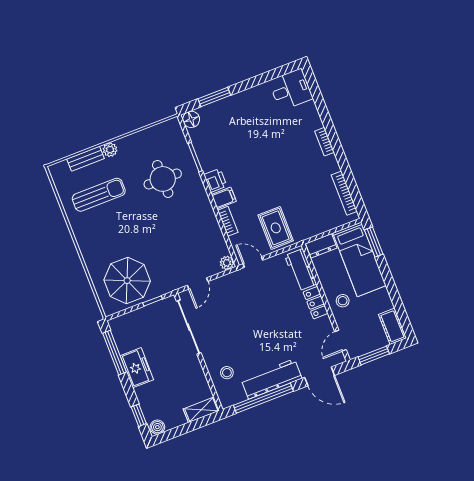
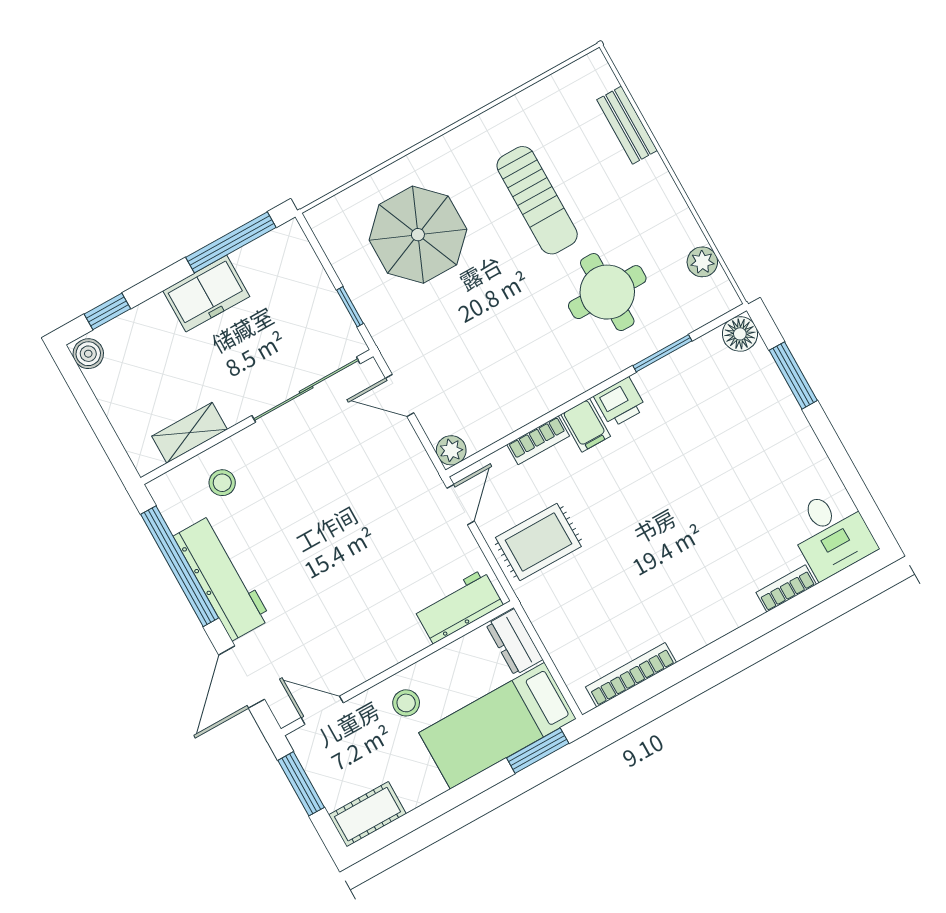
bookcase: (324, 142) -> (786, 588), moved
plant: (110, 150) -> (702, 262), moved
sun lounger: (99, 195) -> (537, 200), moved
parasol: (127, 281) -> (418, 235), moved
locker: (316, 303) -> (394, 647), removed
shelving: (201, 410) -> (190, 433), moved, turned 90

